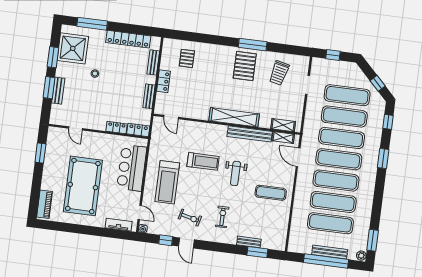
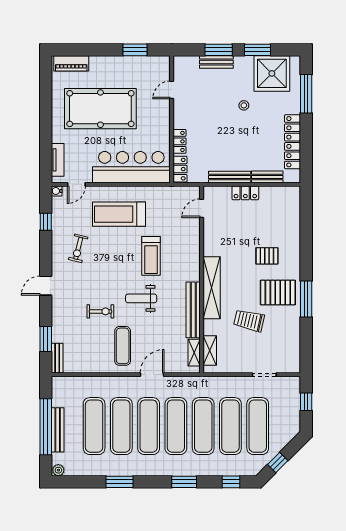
pallet: (187, 58) -> (267, 256), moved
trolley: (279, 73) -> (249, 321), moved
bench: (149, 96) -> (230, 177), width x1.36
door: (298, 157) -> (152, 375), moved
bar counter: (132, 168) -> (131, 167), width x1.36
exercise bike: (222, 217) -> (100, 311), moved
window: (373, 240) -> (120, 482), moved
bench: (249, 242) -> (57, 358), moved
door: (186, 243) -> (46, 286), moved

